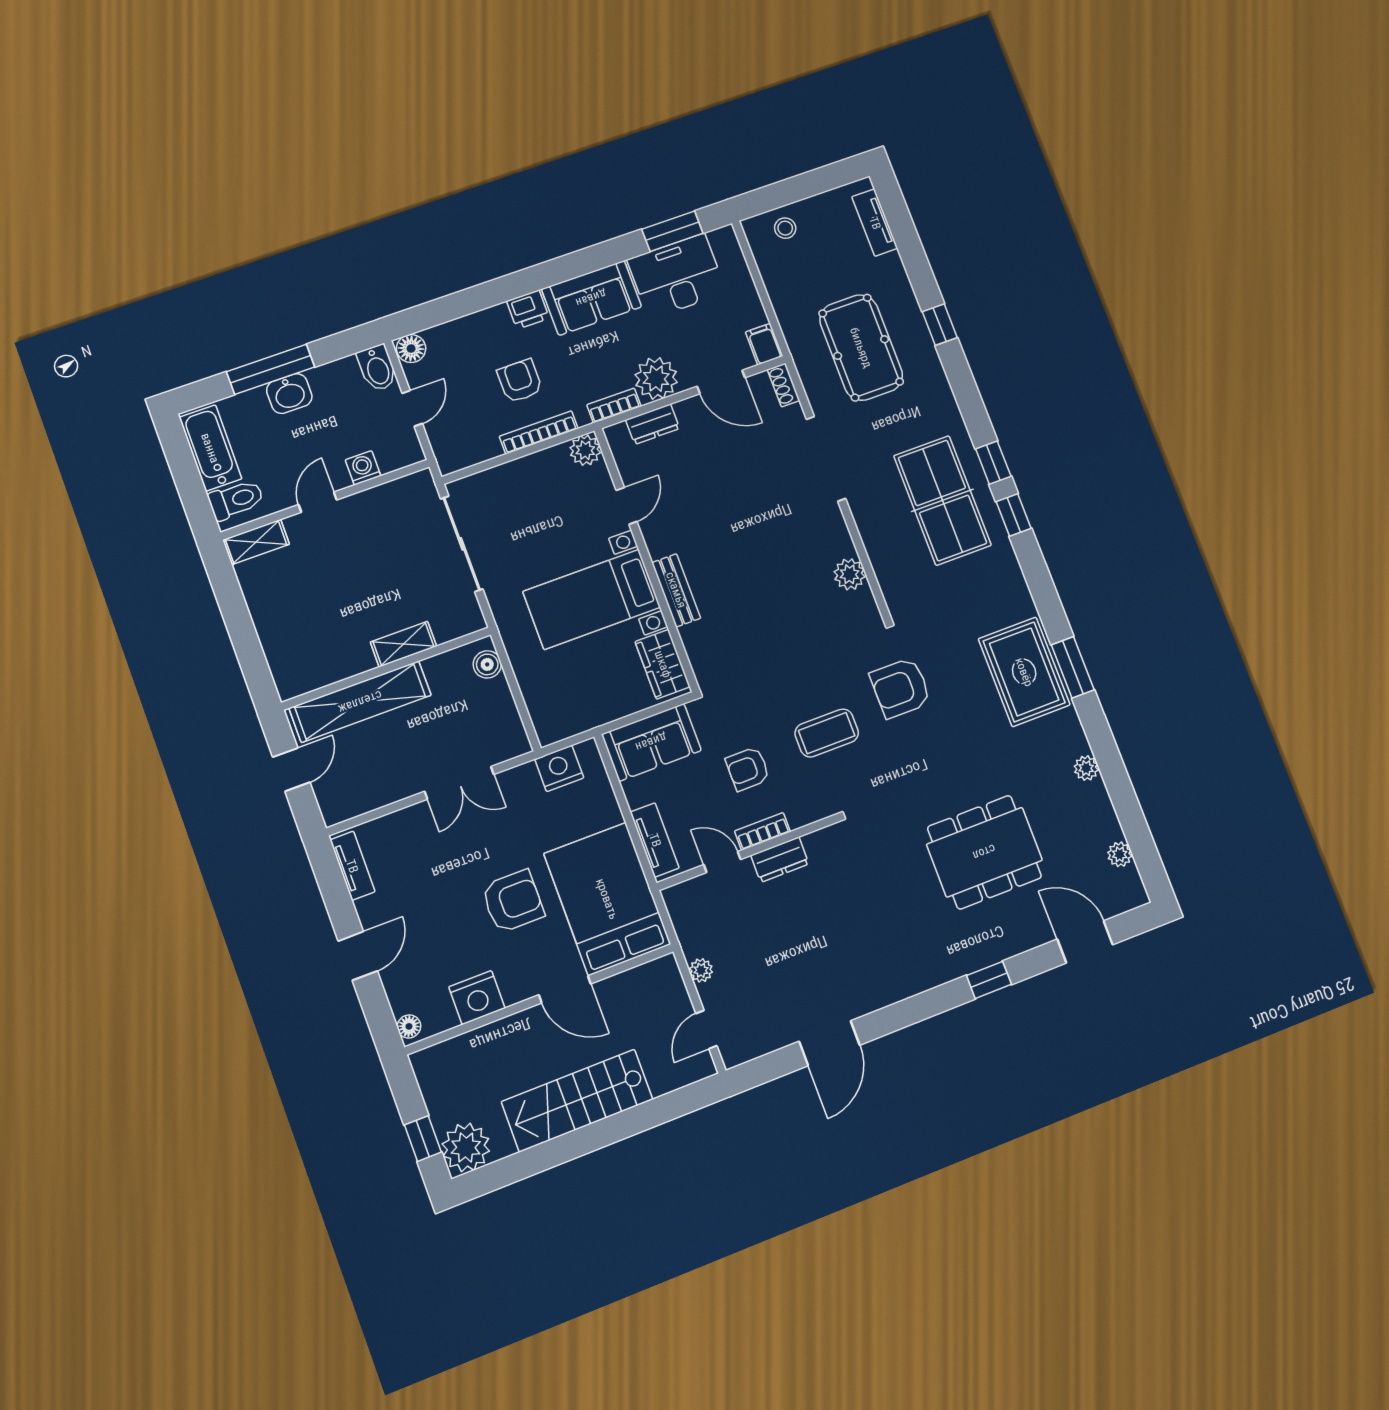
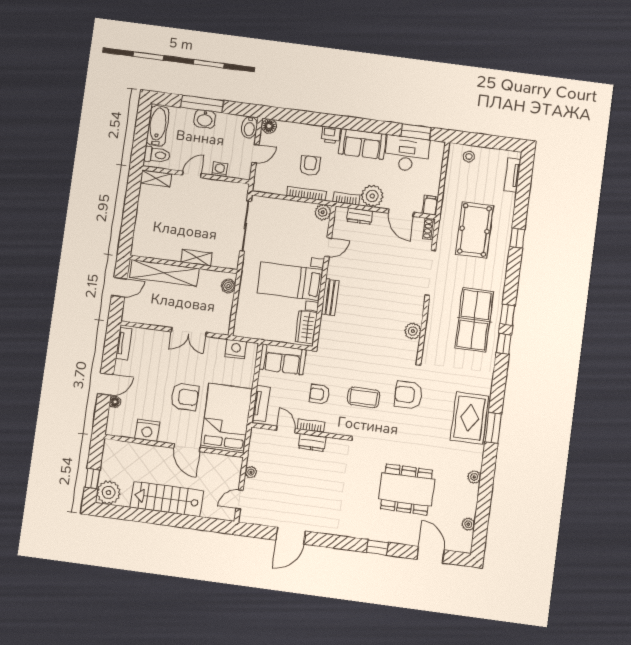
floor lamp: (409, 1026) -> (115, 402), moved

